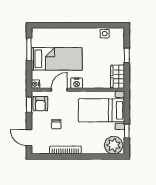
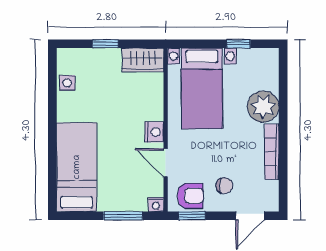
window: (29, 49) -> (123, 216), moved
bed: (57, 59) -> (77, 167), moved
chair: (56, 124) -> (224, 186), moved
plant: (114, 145) -> (263, 107), moved

